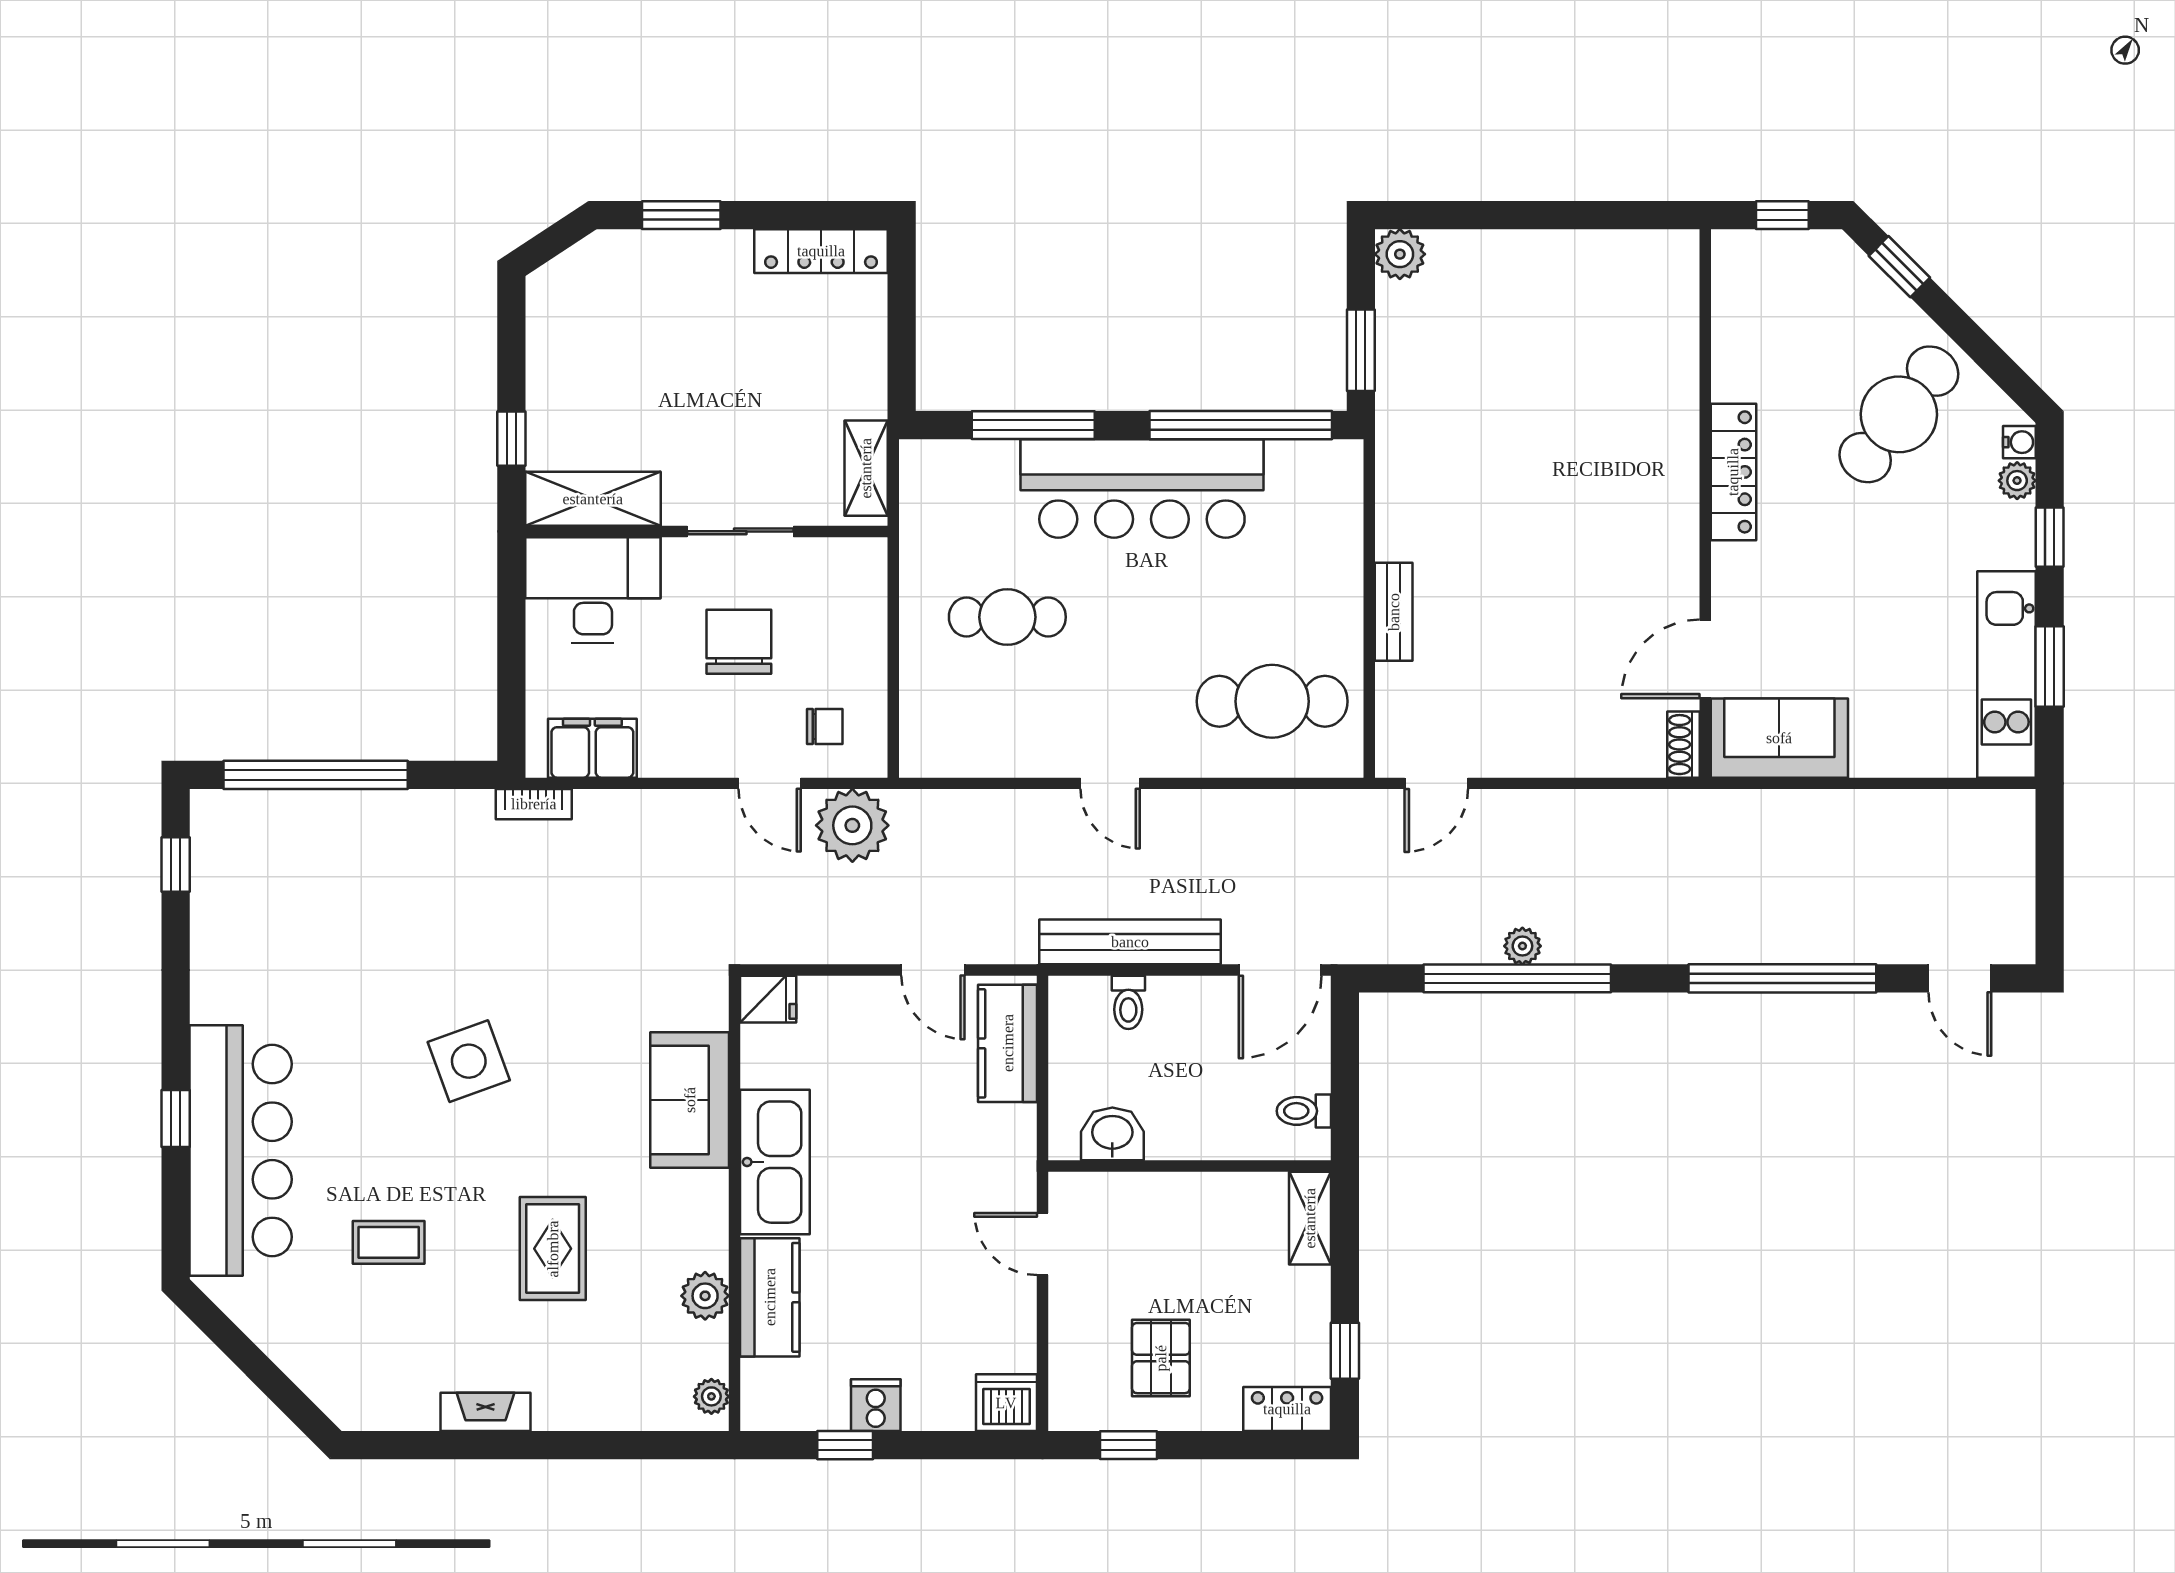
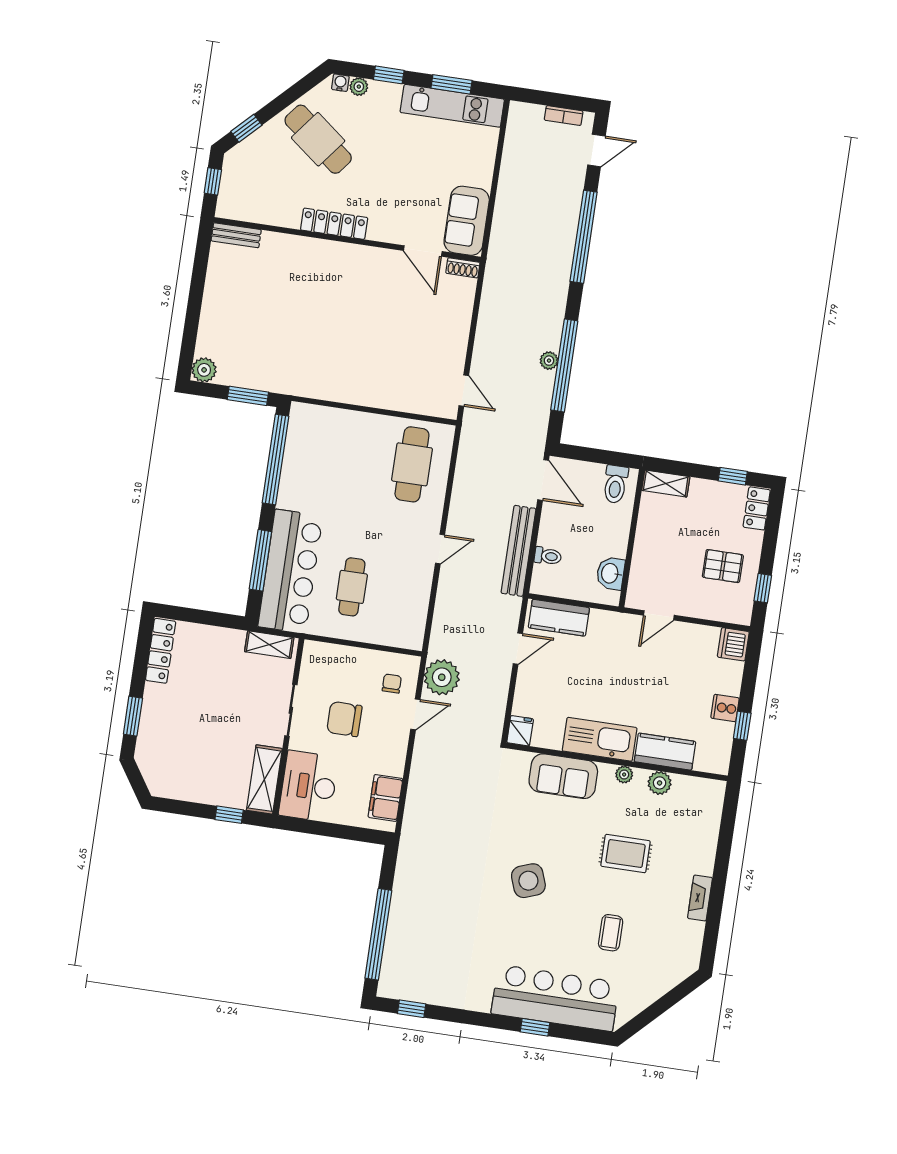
bar counter: (1142, 488) -> (290, 571), moved
bench: (1394, 612) -> (236, 235), moved
bookcase: (534, 804) -> (564, 116), moved, turned 90
toilet: (1304, 1111) -> (615, 484), width x1.37, depth x1.39
plant: (711, 1396) -> (624, 775), moved

